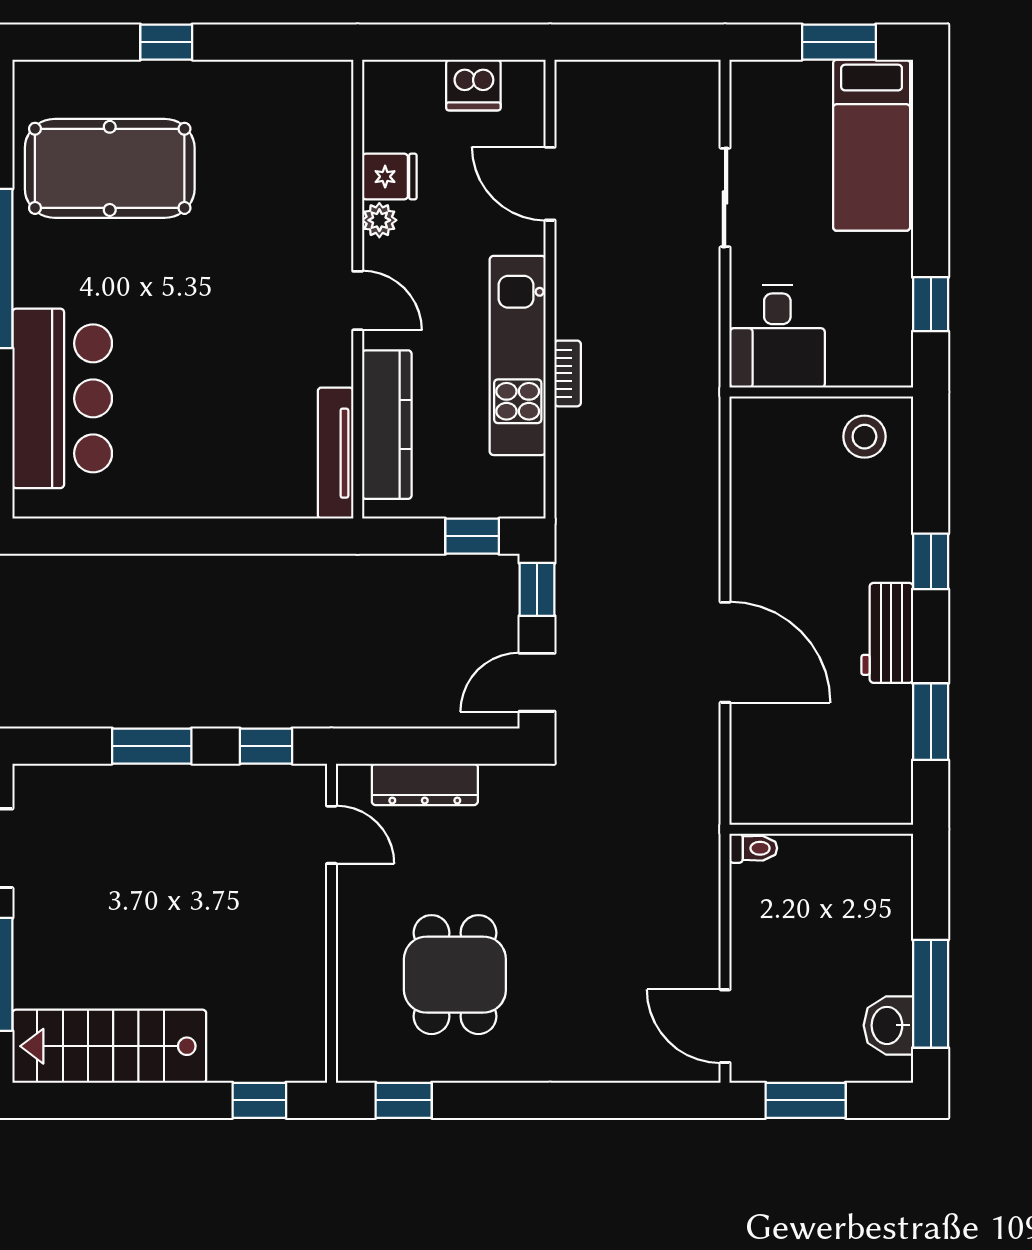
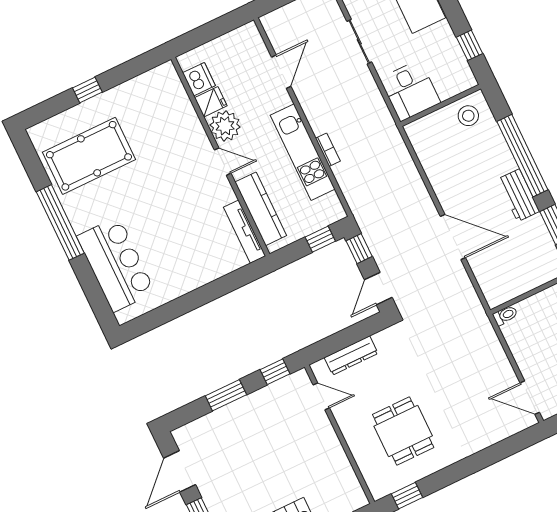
dishwasher: (473, 85) -> (199, 79), moved, turned -90
door: (550, 184) -> (281, 72), swing flipped
plant: (379, 220) -> (225, 126), width x1.87, depth x1.87
window: (931, 561) -> (522, 156), width x3.17

